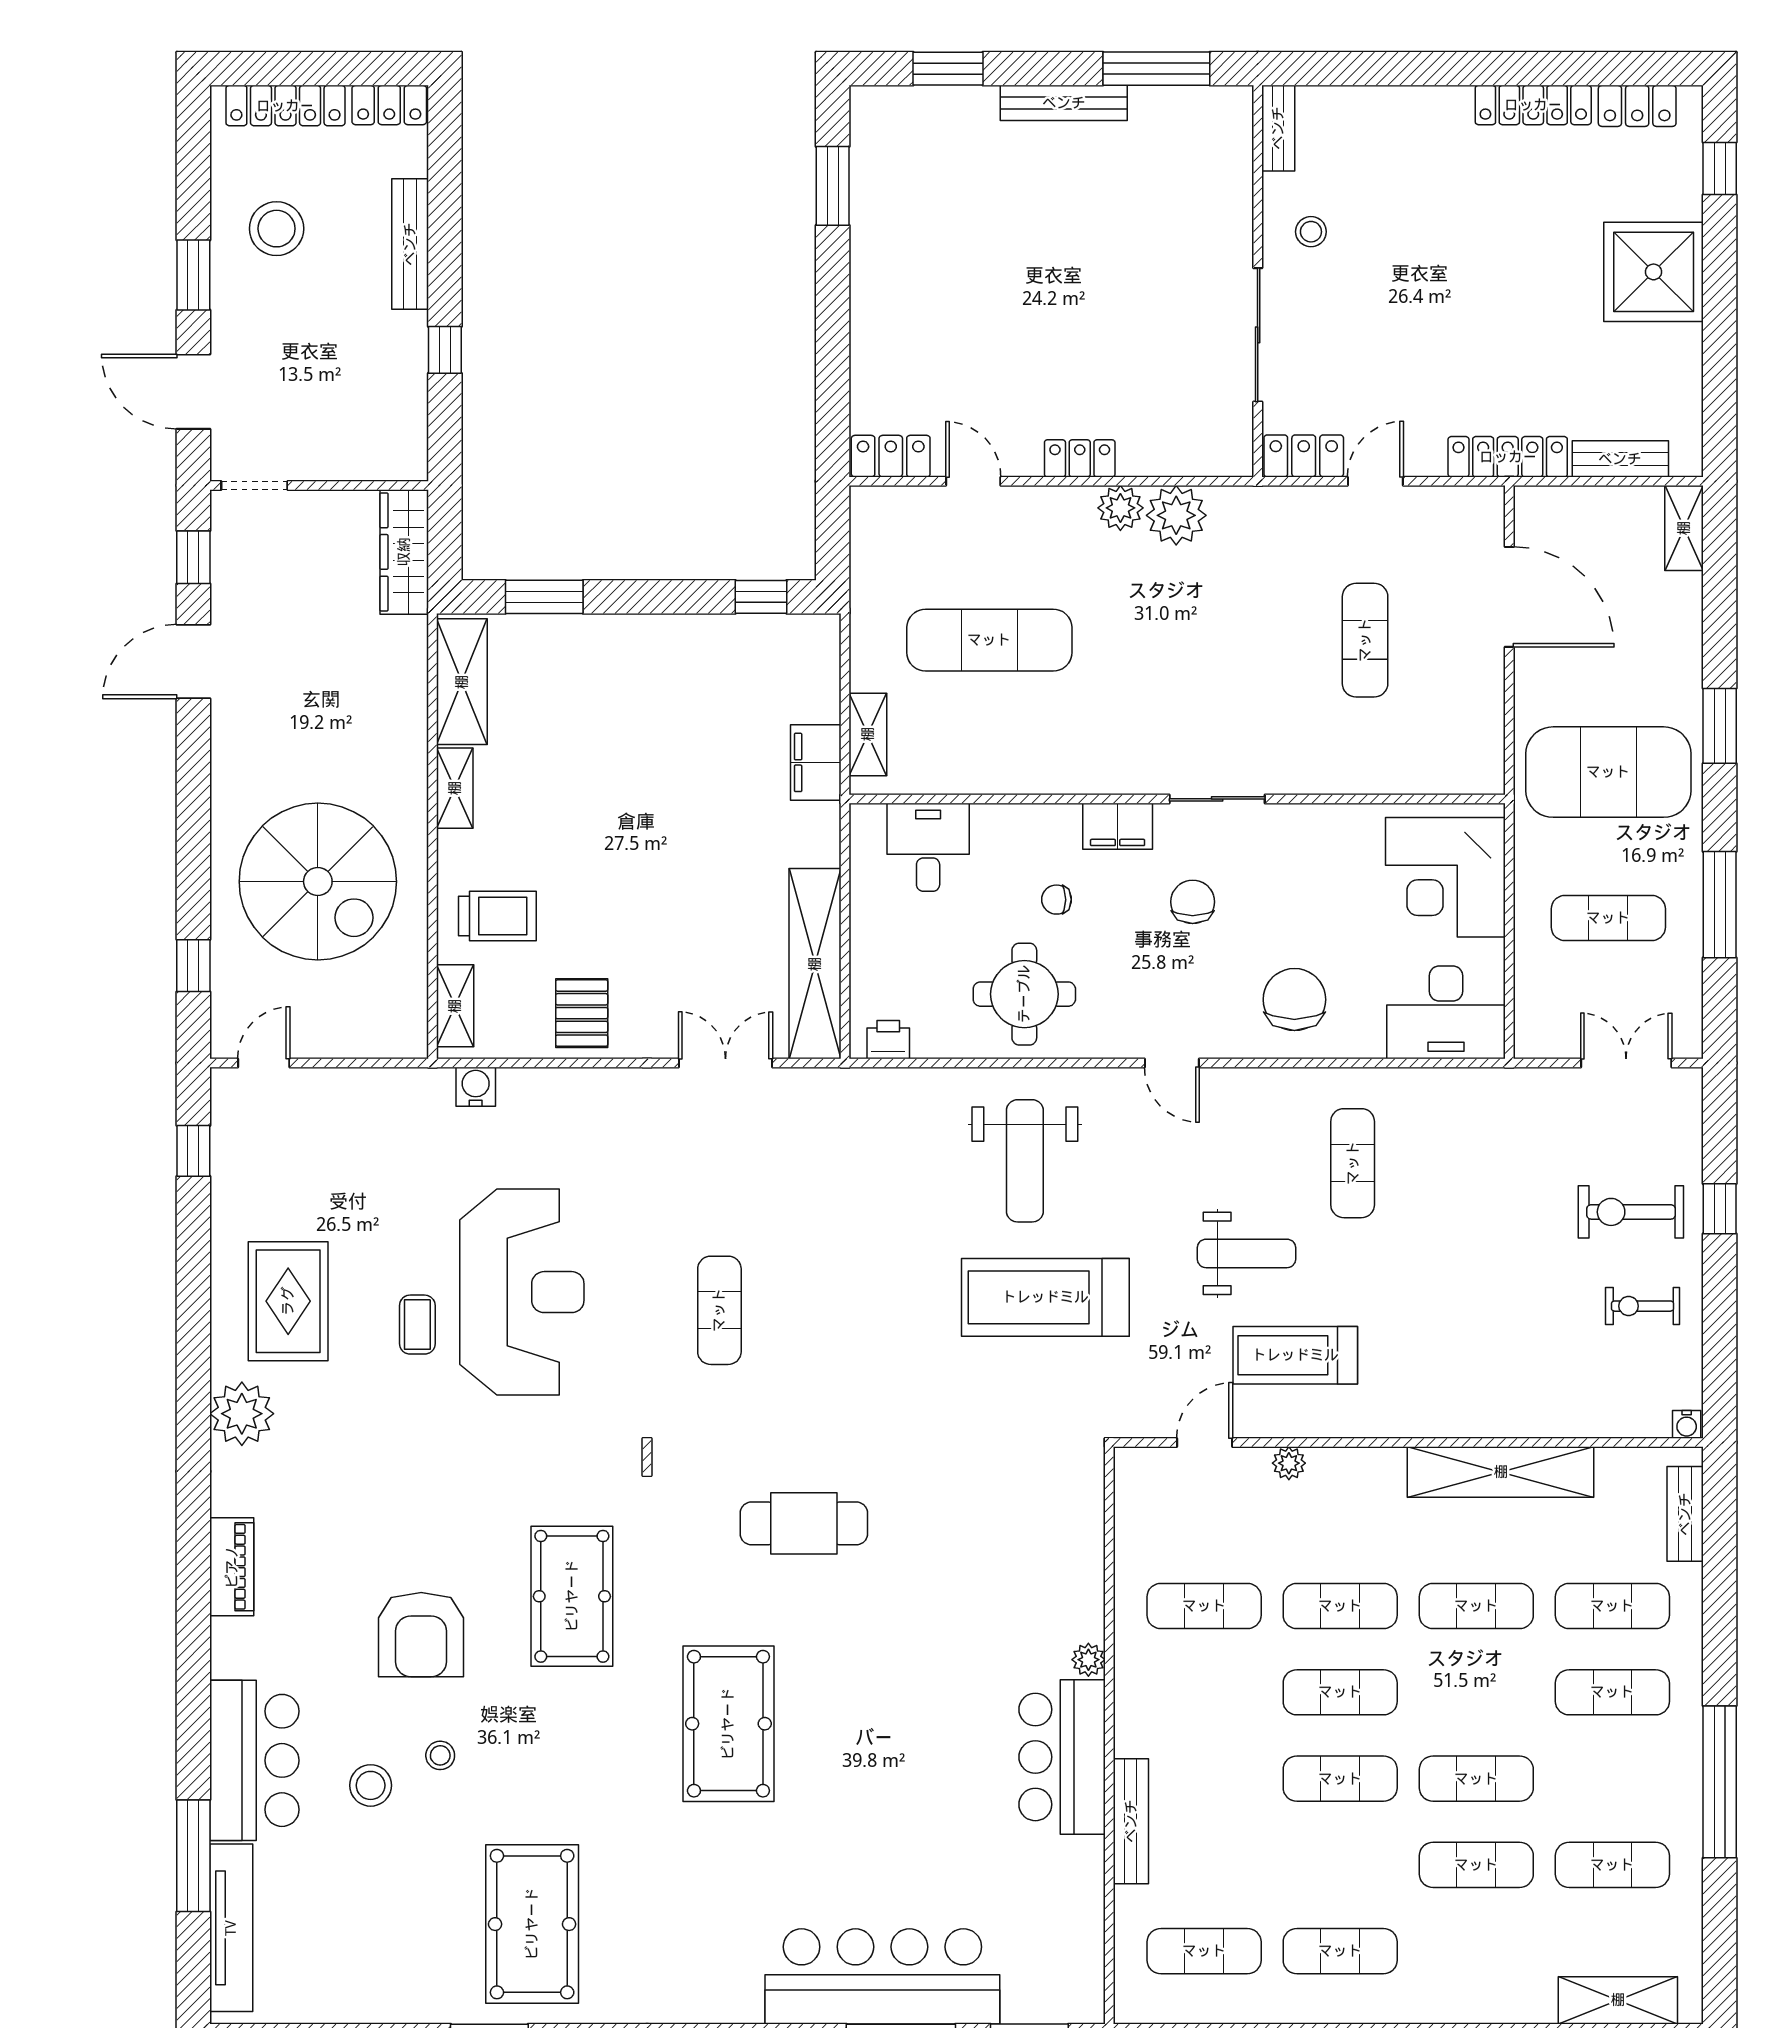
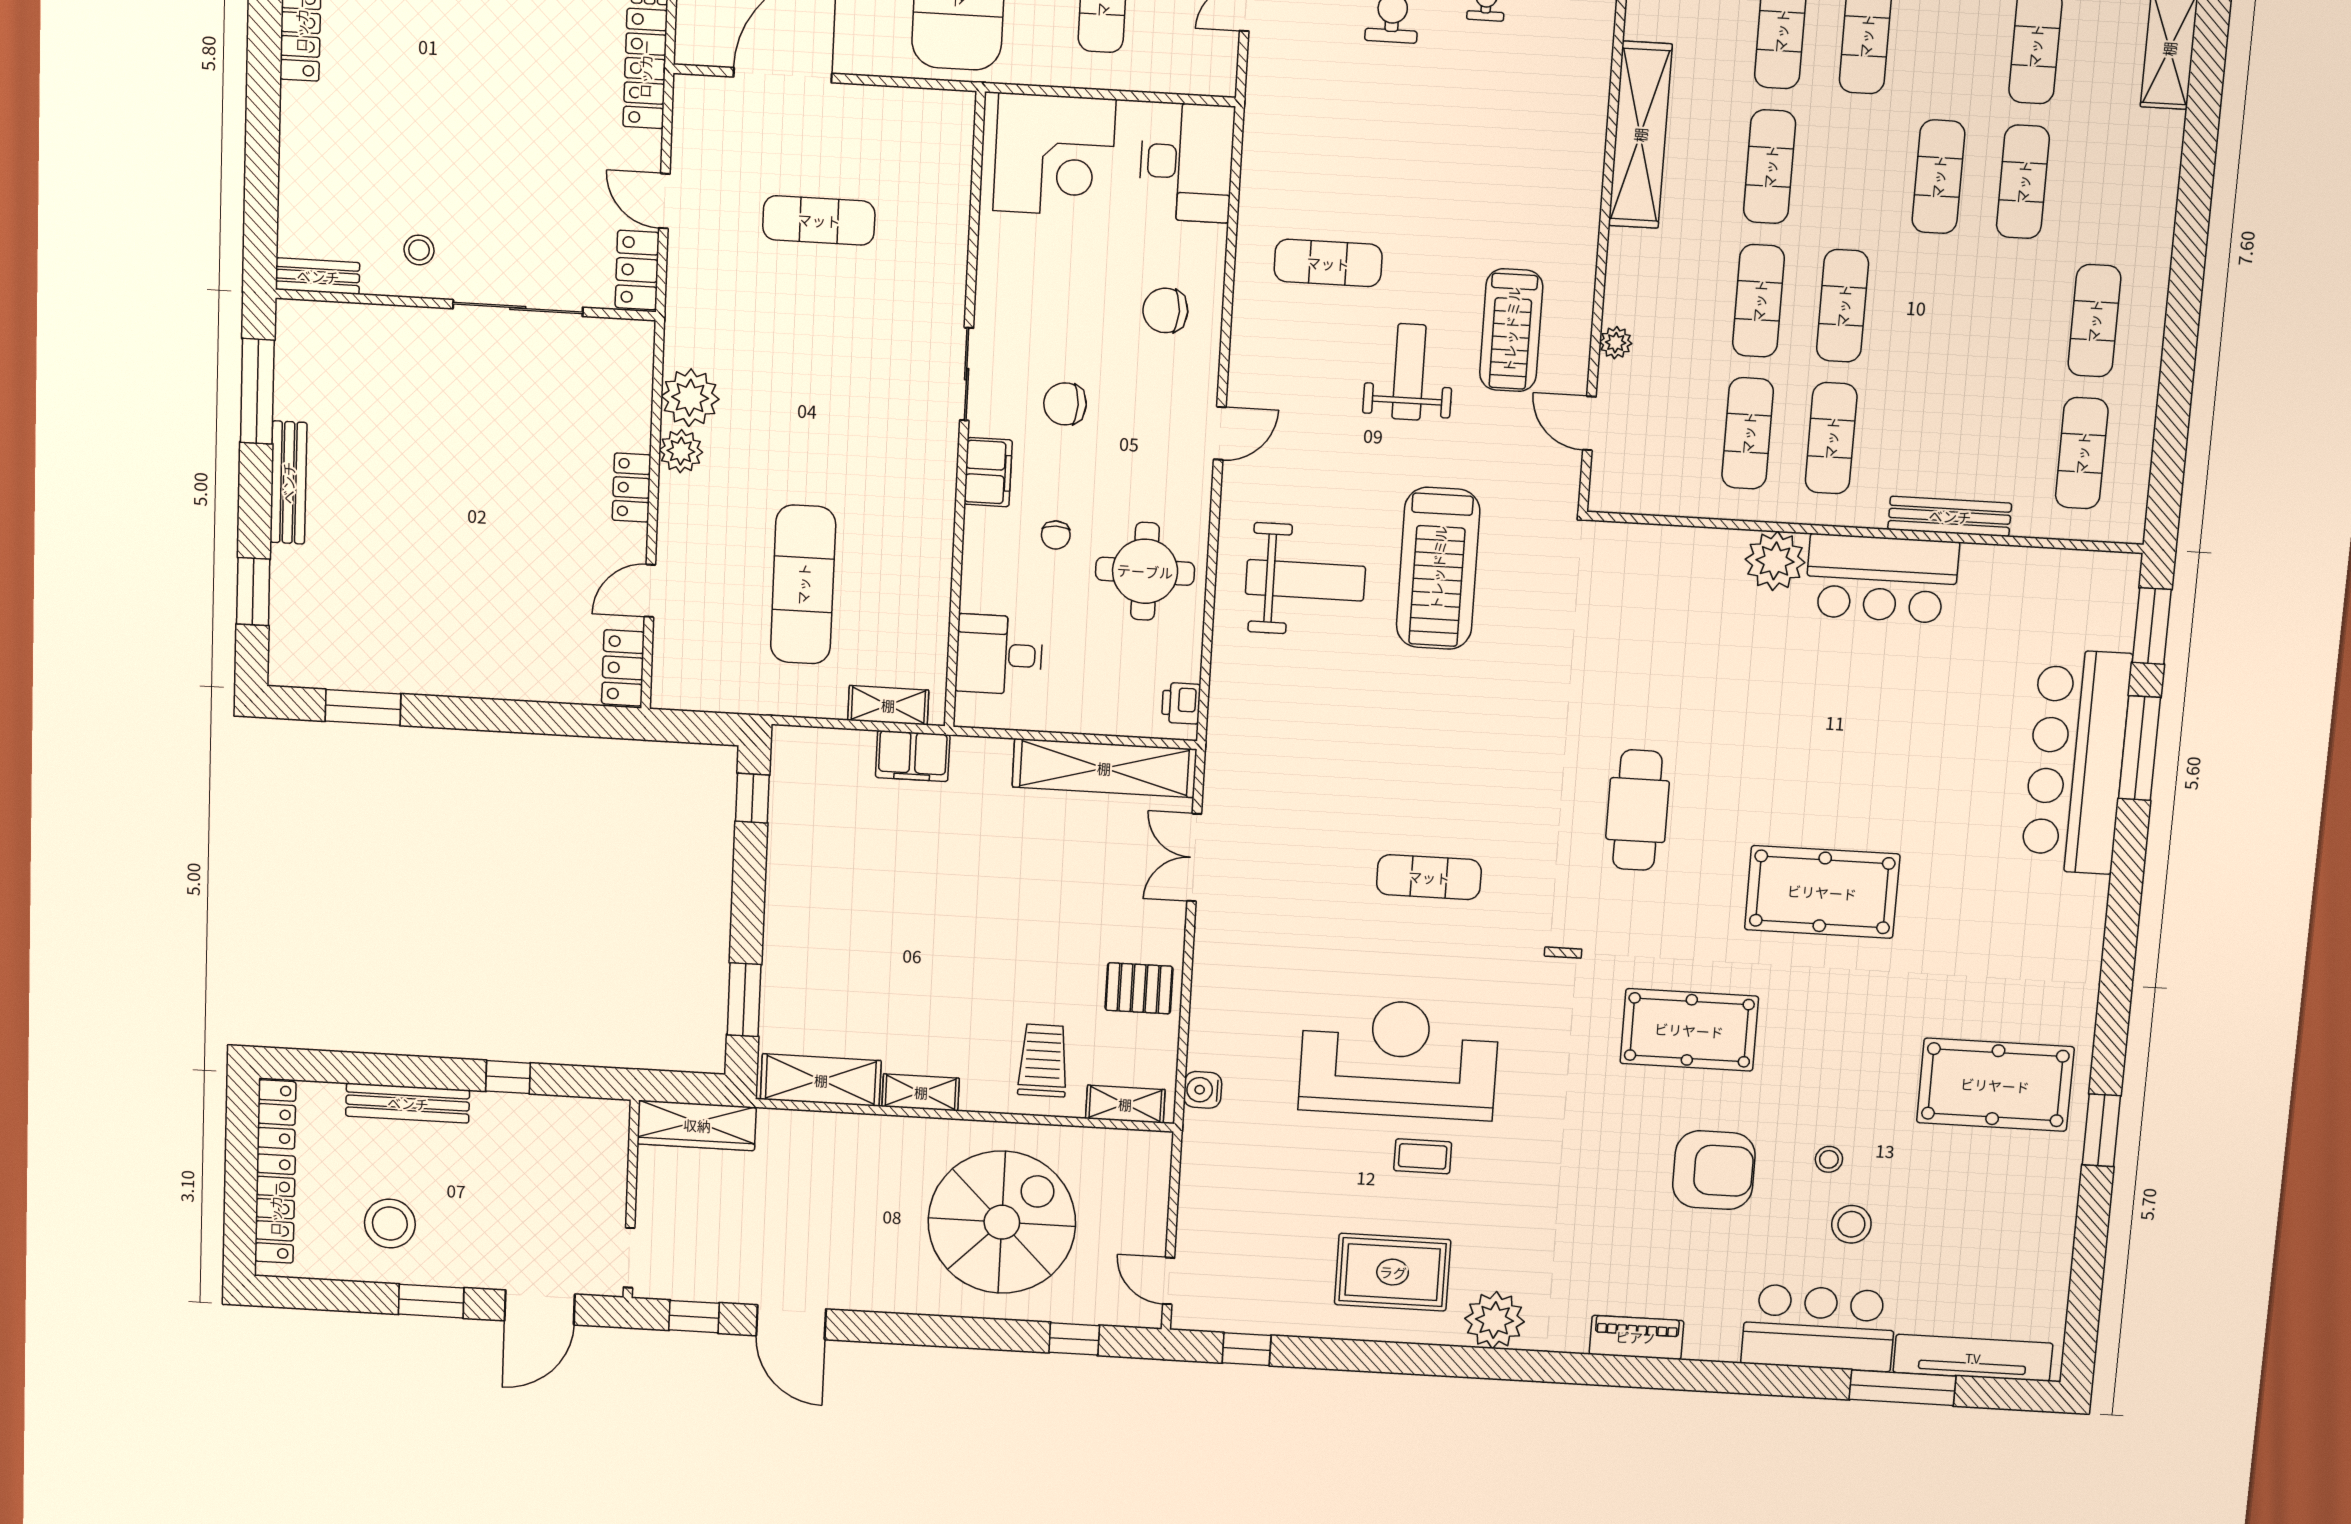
chair: (1294, 1000) -> (1165, 310), width x0.73, depth x0.73
plant: (1088, 1660) -> (1775, 561), width x1.88, depth x1.88
exercise mat: (1340, 1779) -> (1831, 438), moved

